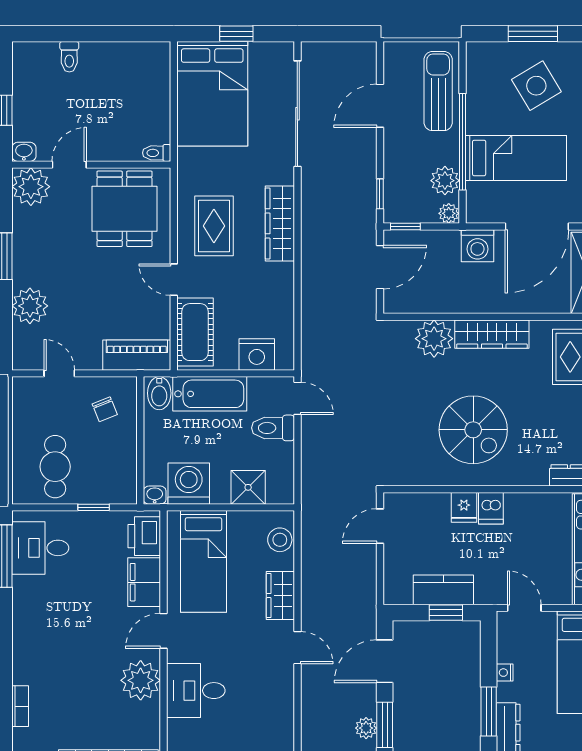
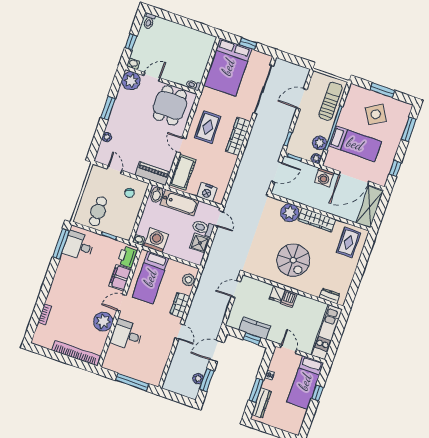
toilet: (69, 57) -> (149, 21), moved
plant: (30, 306) -> (107, 137), width x0.53, depth x0.53
shower: (248, 487) -> (200, 243), moved

